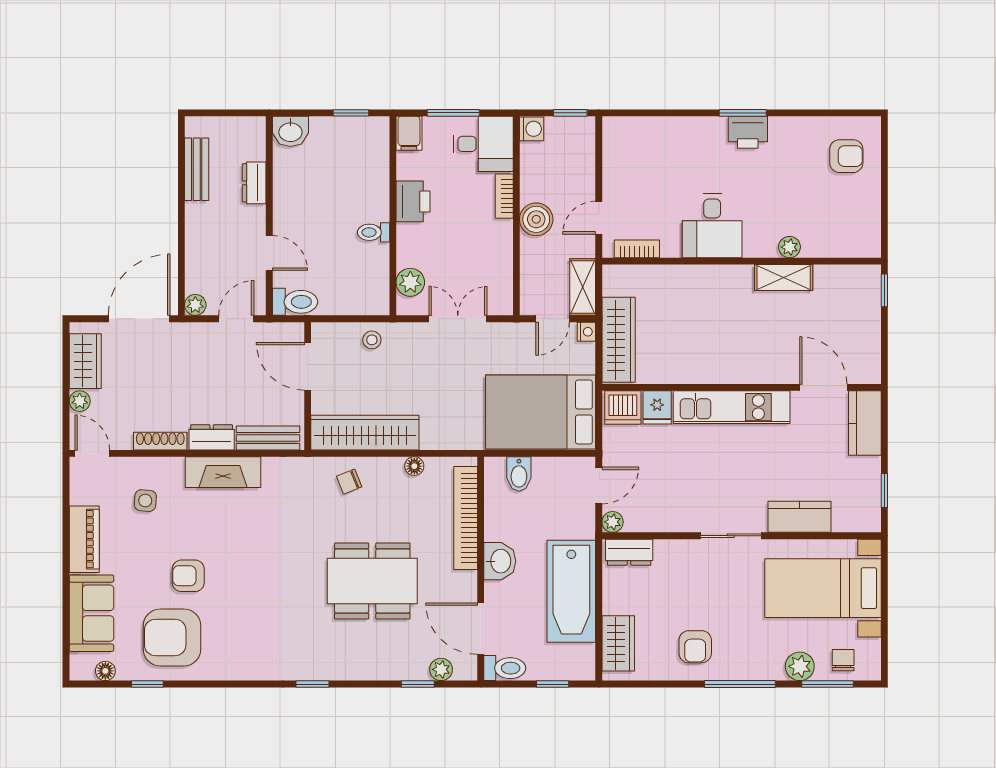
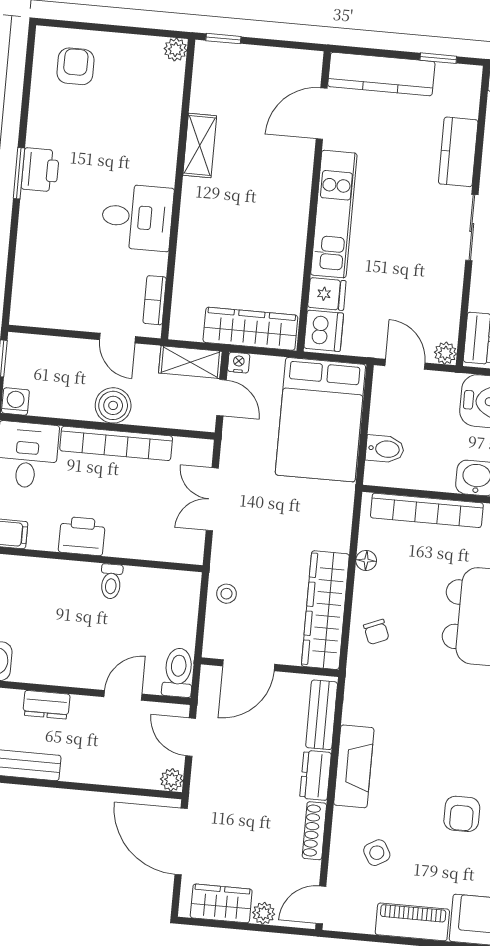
bookcase: (504, 196) -> (116, 443), width x2.31, depth x1.31
plant: (789, 247) -> (175, 49), moved
plant: (410, 282) -> (168, 547), removed
kitchen counter: (865, 423) -> (381, 74), width x1.50
side table: (145, 501) -> (377, 853), turned -35

